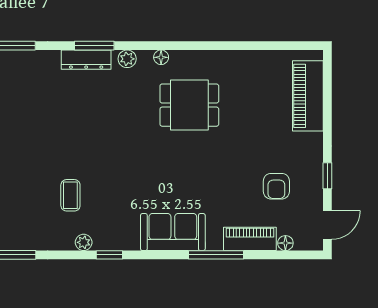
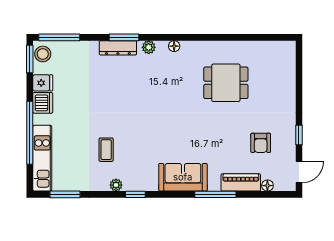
piano: (308, 96) -> (284, 75), removed
dining table: (189, 105) -> (226, 83), moved

